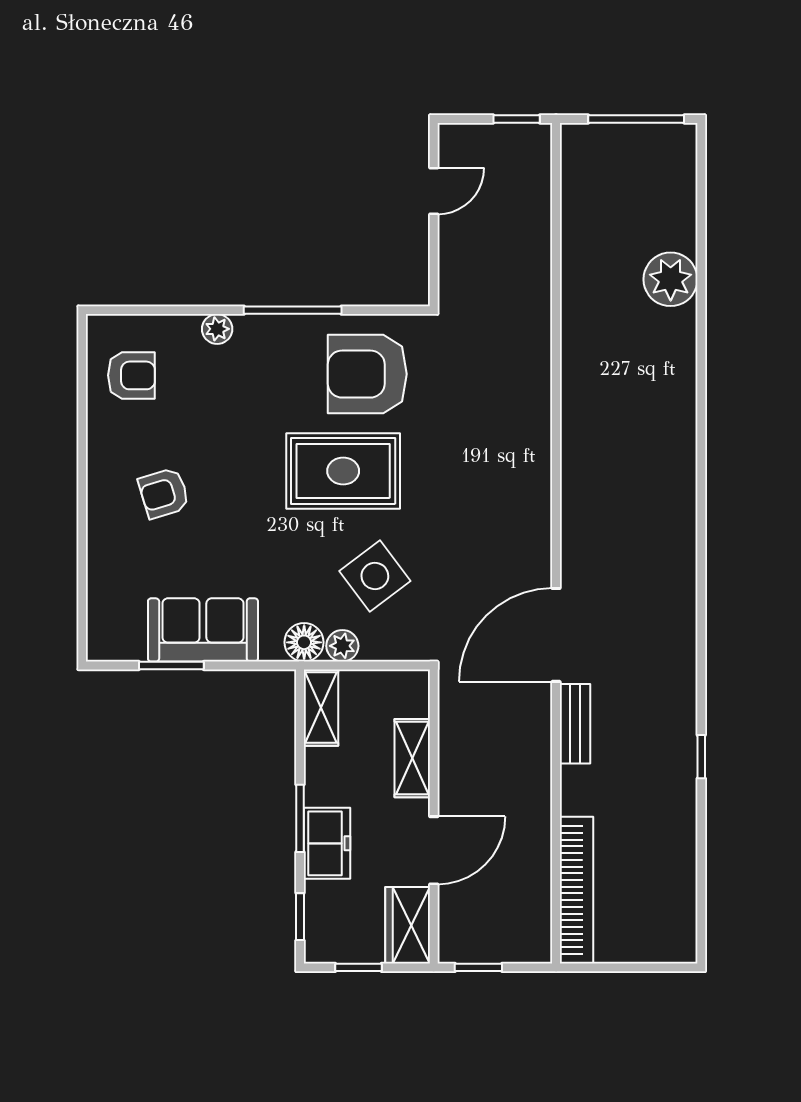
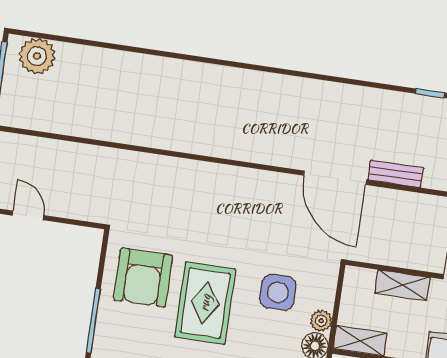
plant: (671, 279) -> (37, 56), moved
side table: (375, 576) -> (278, 292), turned 37

